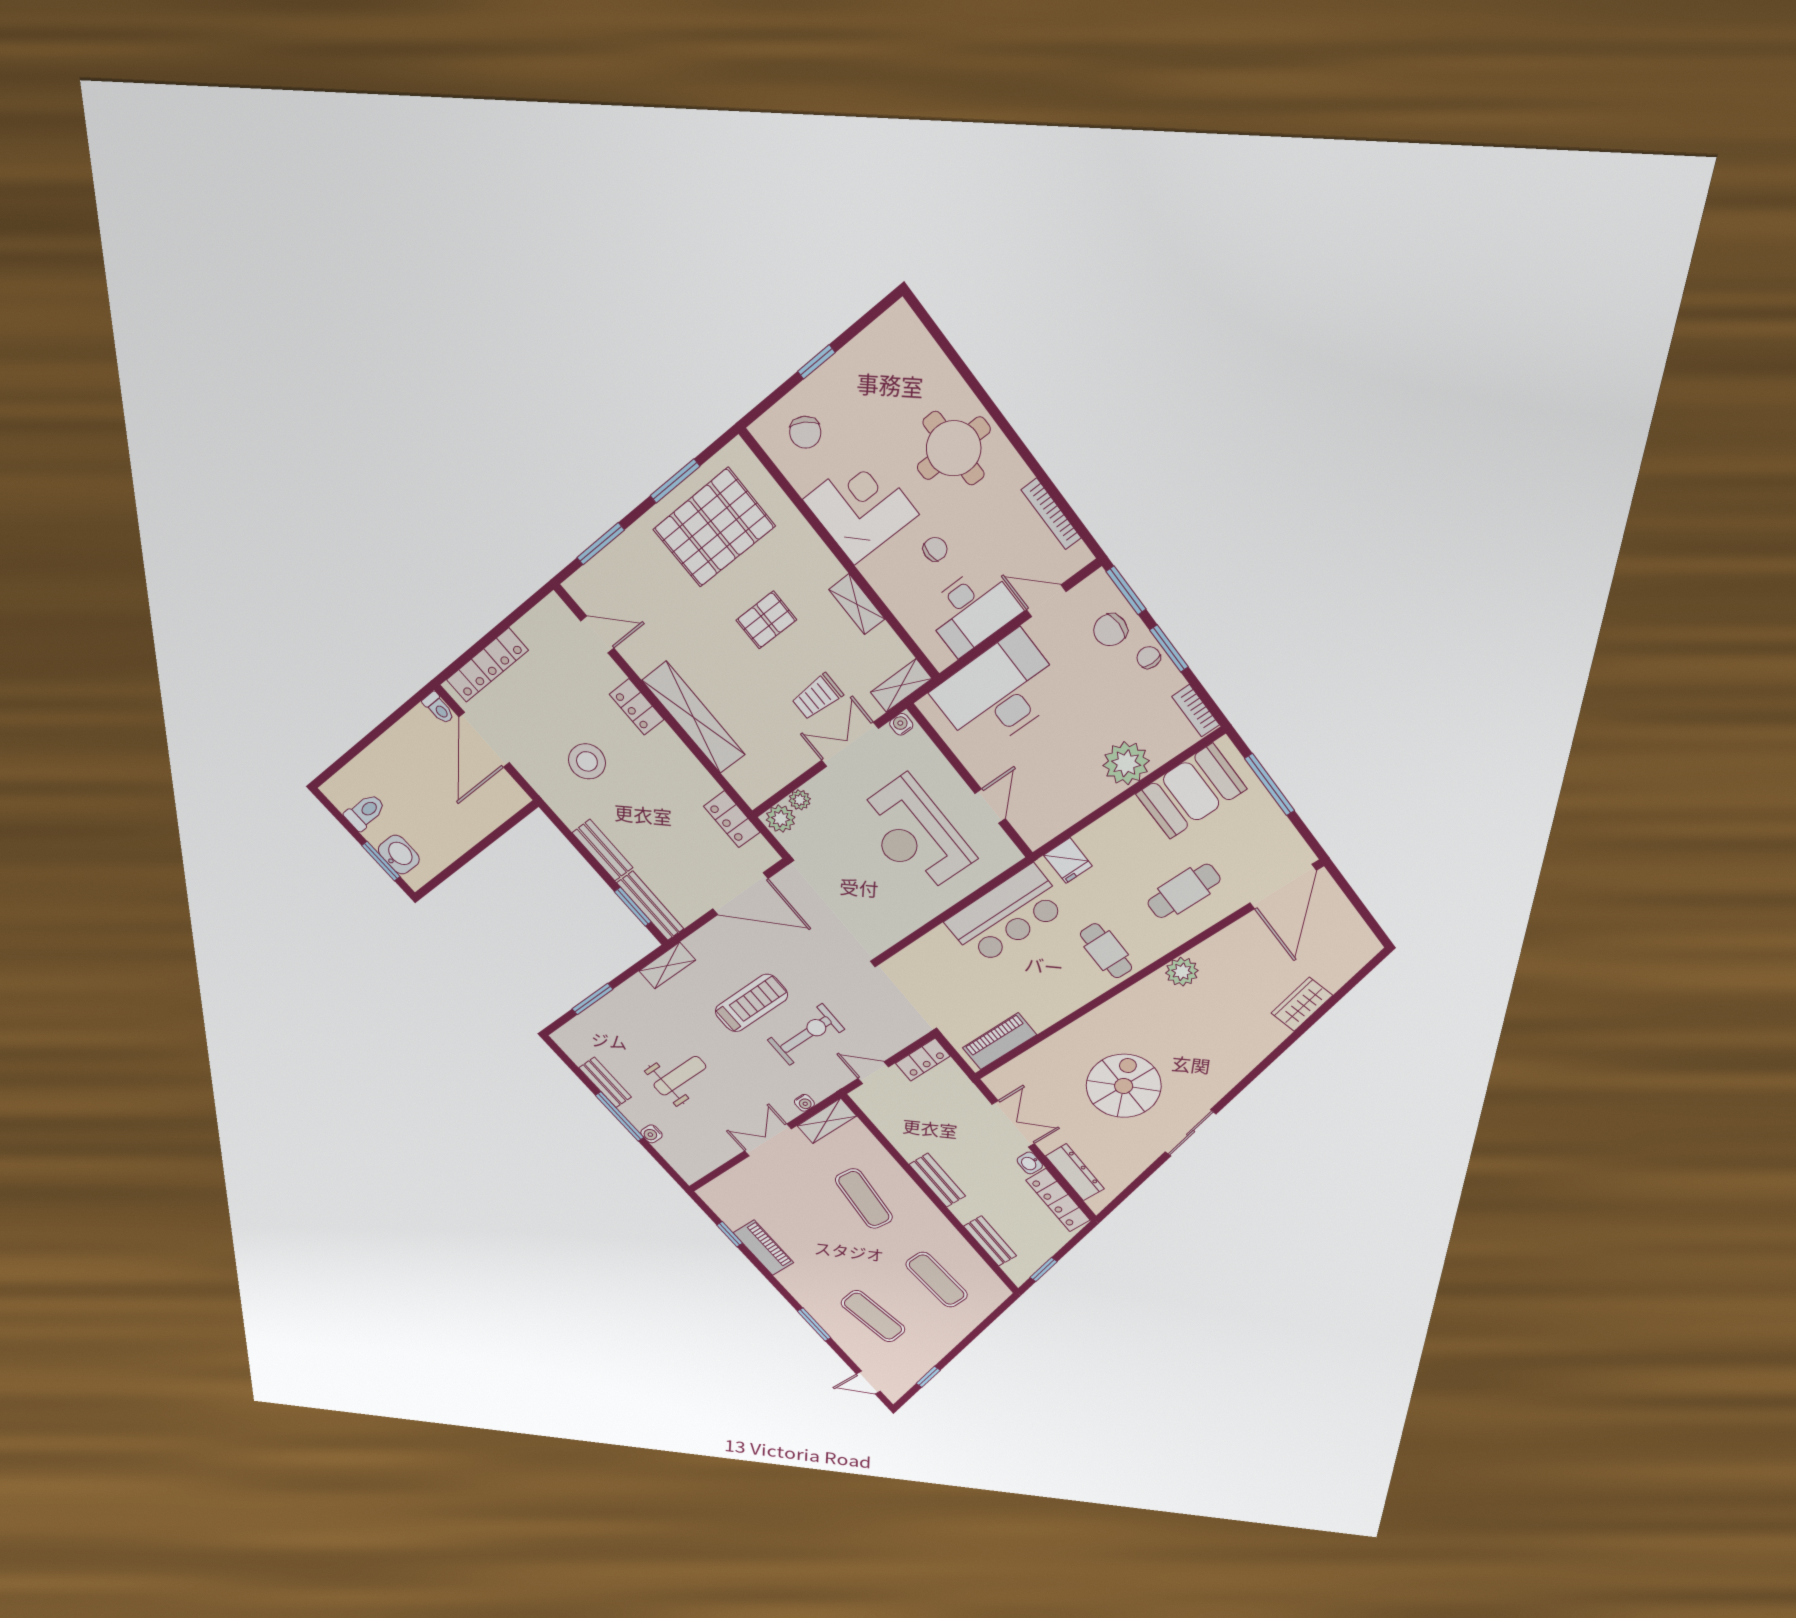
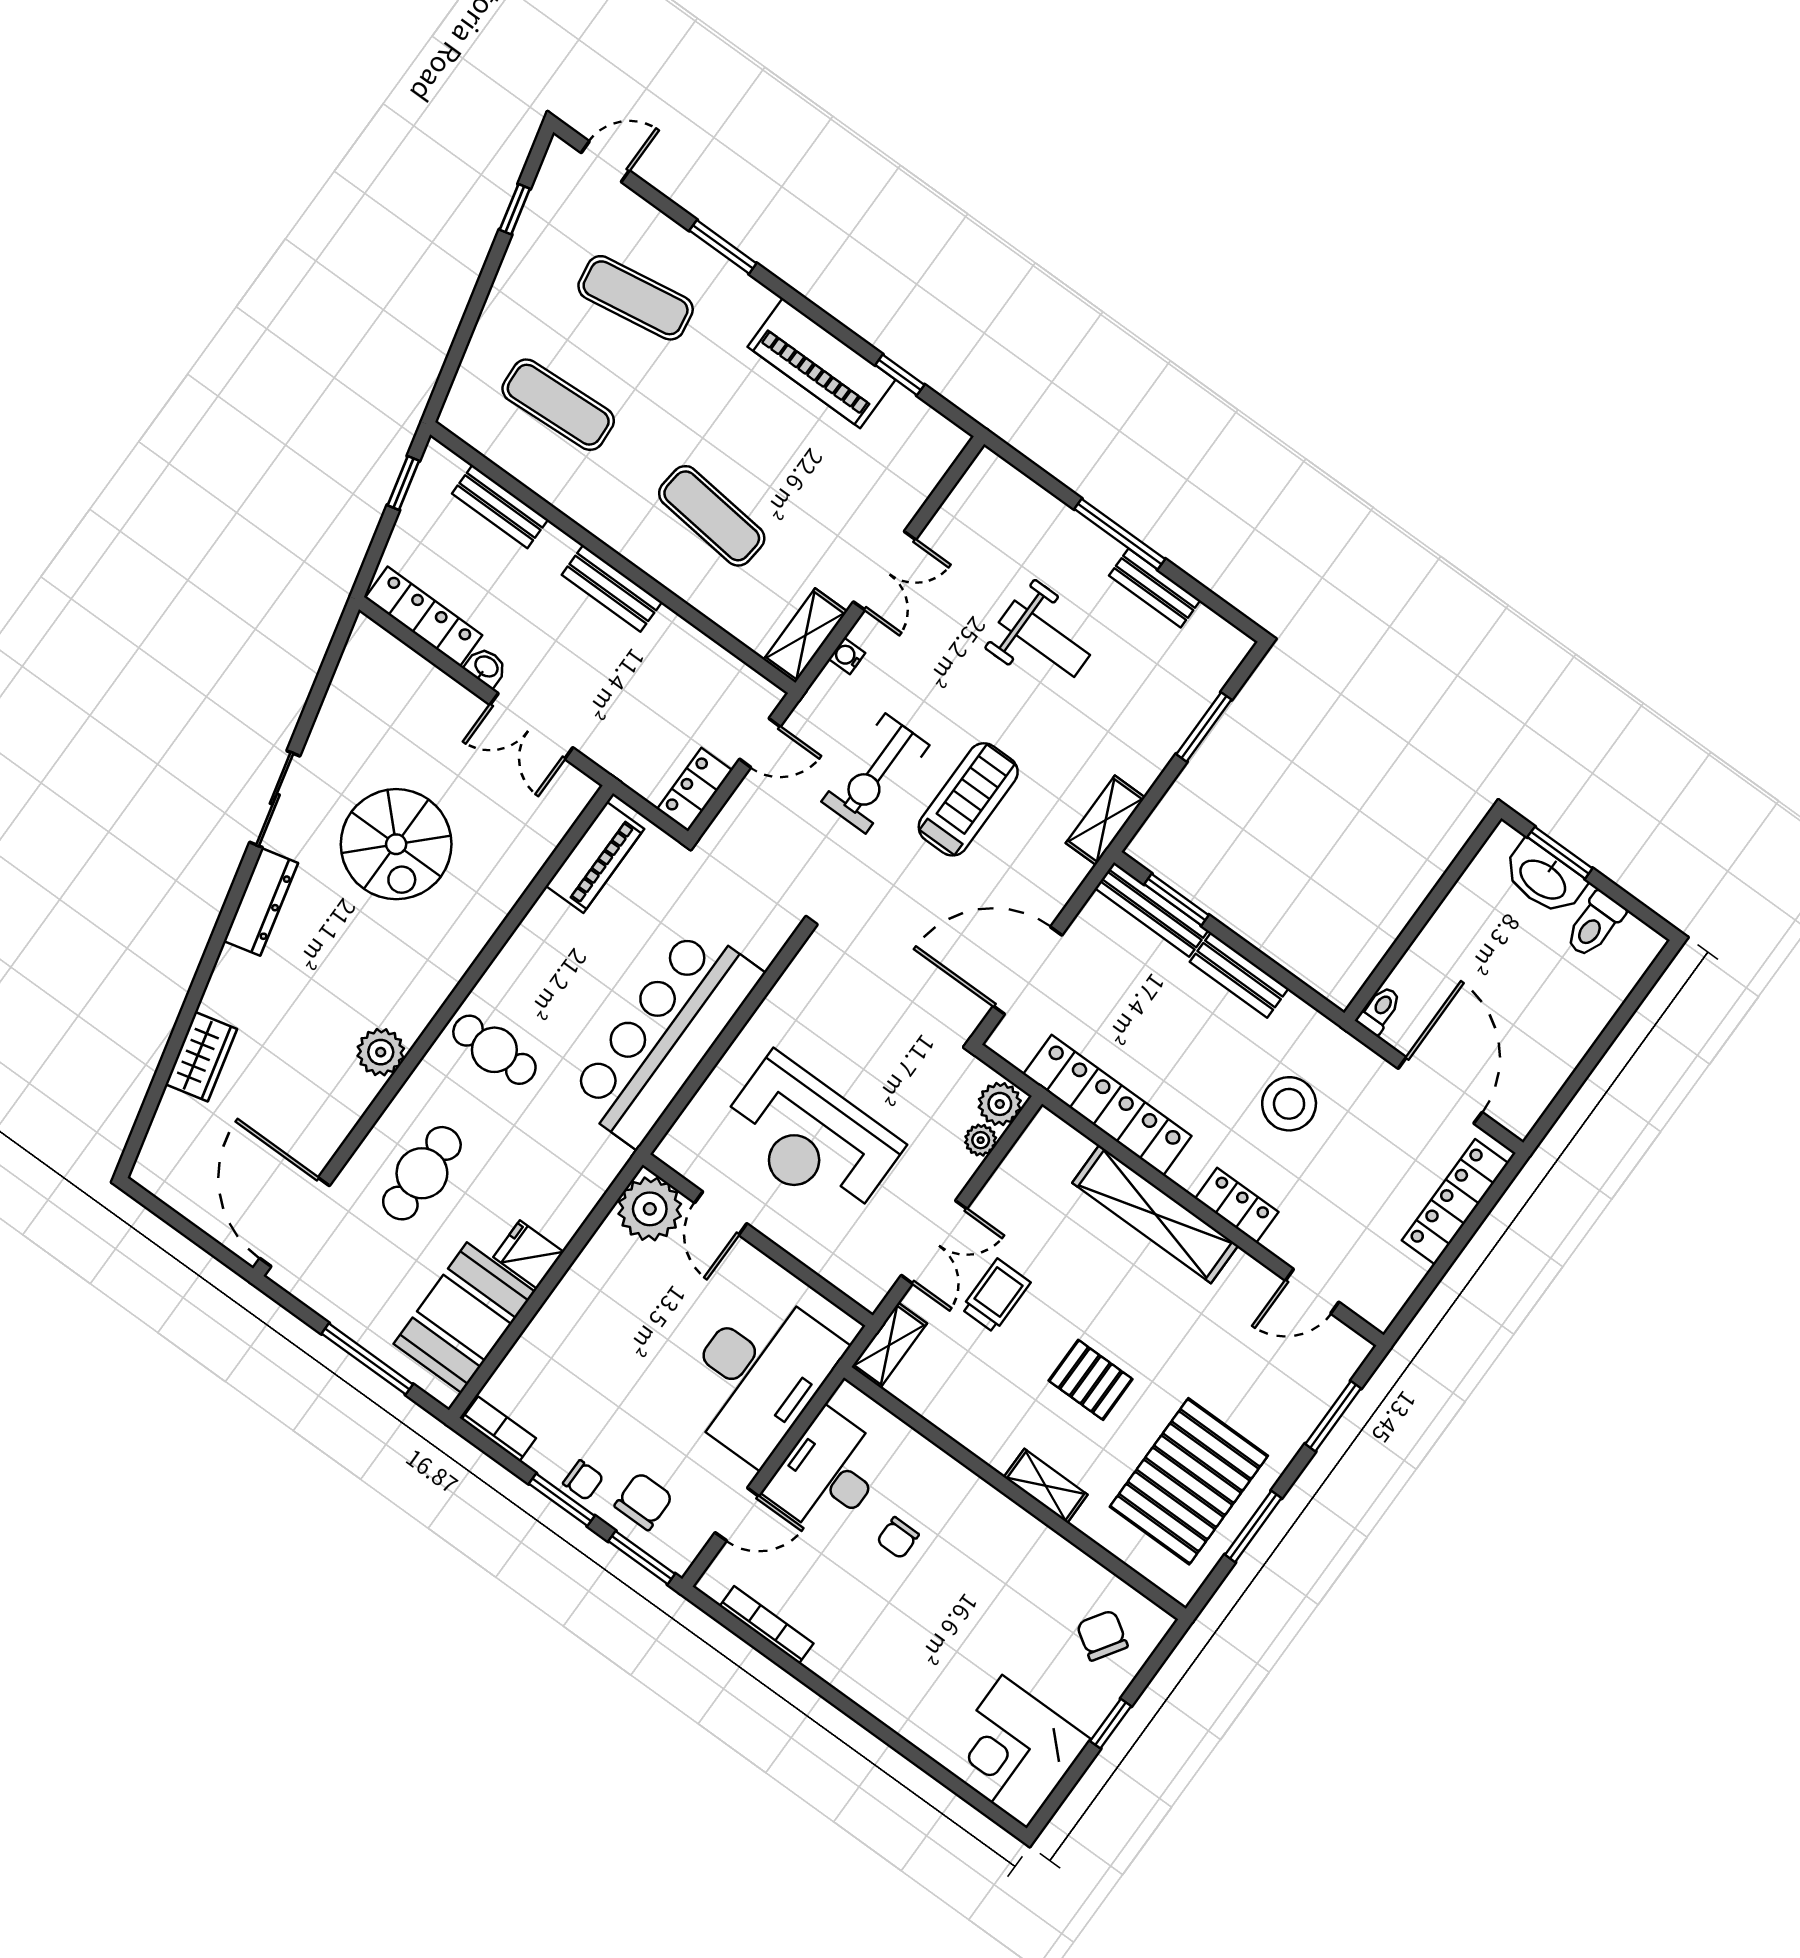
round table: (954, 448) -> (912, 1669), removed
corner desk: (861, 507) -> (1014, 1752), moved, turned 90
shelving: (857, 604) -> (1046, 1486), moved
pallet: (766, 620) -> (1091, 1380), turned 90
toilet: (439, 708) -> (1379, 1010), moved, turned 90
water cooler: (901, 724) -> (874, 1292), removed
plant: (1126, 763) -> (650, 1209), moved
locker: (732, 819) -> (1107, 1105), width x2.16, depth x1.21
reception desk: (914, 835) -> (810, 1138), turned 180
washbasin: (399, 855) -> (1544, 878), width x1.38
fridge: (1068, 861) -> (528, 1254), moved
bar counter: (1006, 915) -> (665, 1036), width x1.36
treadmill: (751, 1003) -> (968, 799), turned 180
weight bench: (680, 1076) -> (1044, 639), turned -90
water cooler: (651, 1134) -> (1064, 519), removed
dresser: (1075, 1172) -> (261, 902), moved, turned -104
piano: (763, 1248) -> (821, 363), width x1.37, depth x1.33

